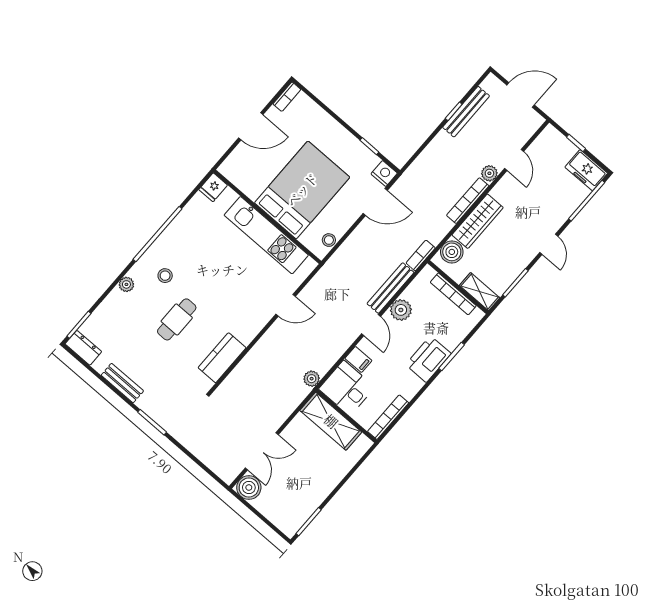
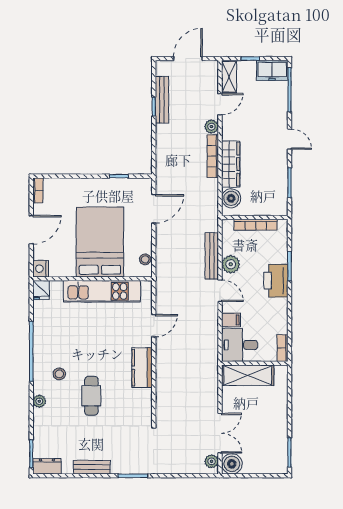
door: (514, 160) -> (220, 104), hinge flipped
nightstand: (384, 173) -> (41, 269), moved, turned -90
bookcase: (421, 255) -> (213, 218), removed
shelving: (480, 292) -> (229, 77), moved, turned 90
kitchen counter: (222, 358) -> (142, 368), moved
plant: (312, 379) -> (211, 461), moved
bookcase: (388, 417) -> (282, 348), width x0.64

